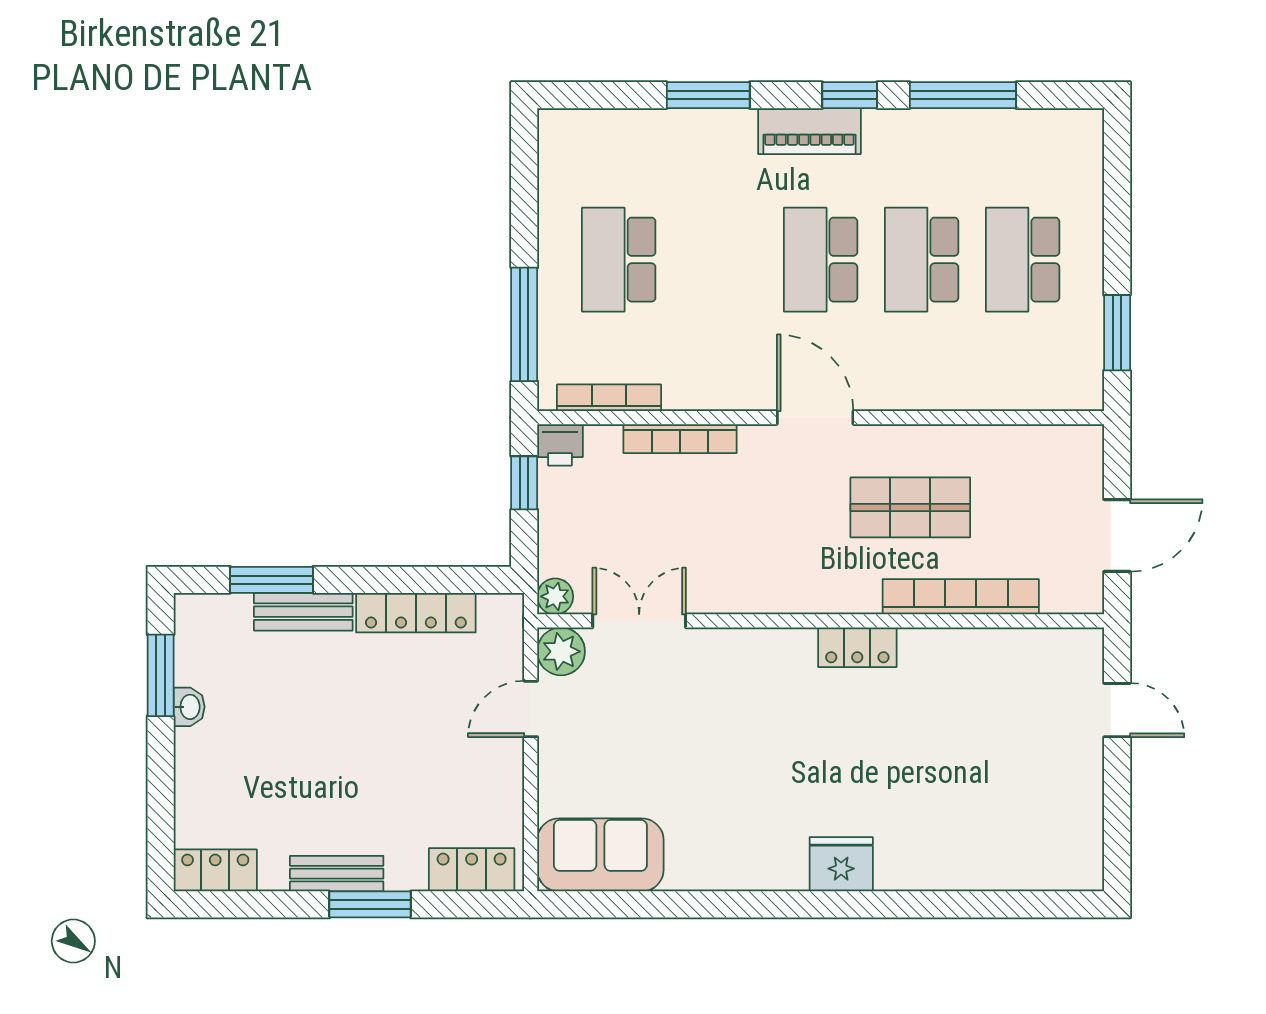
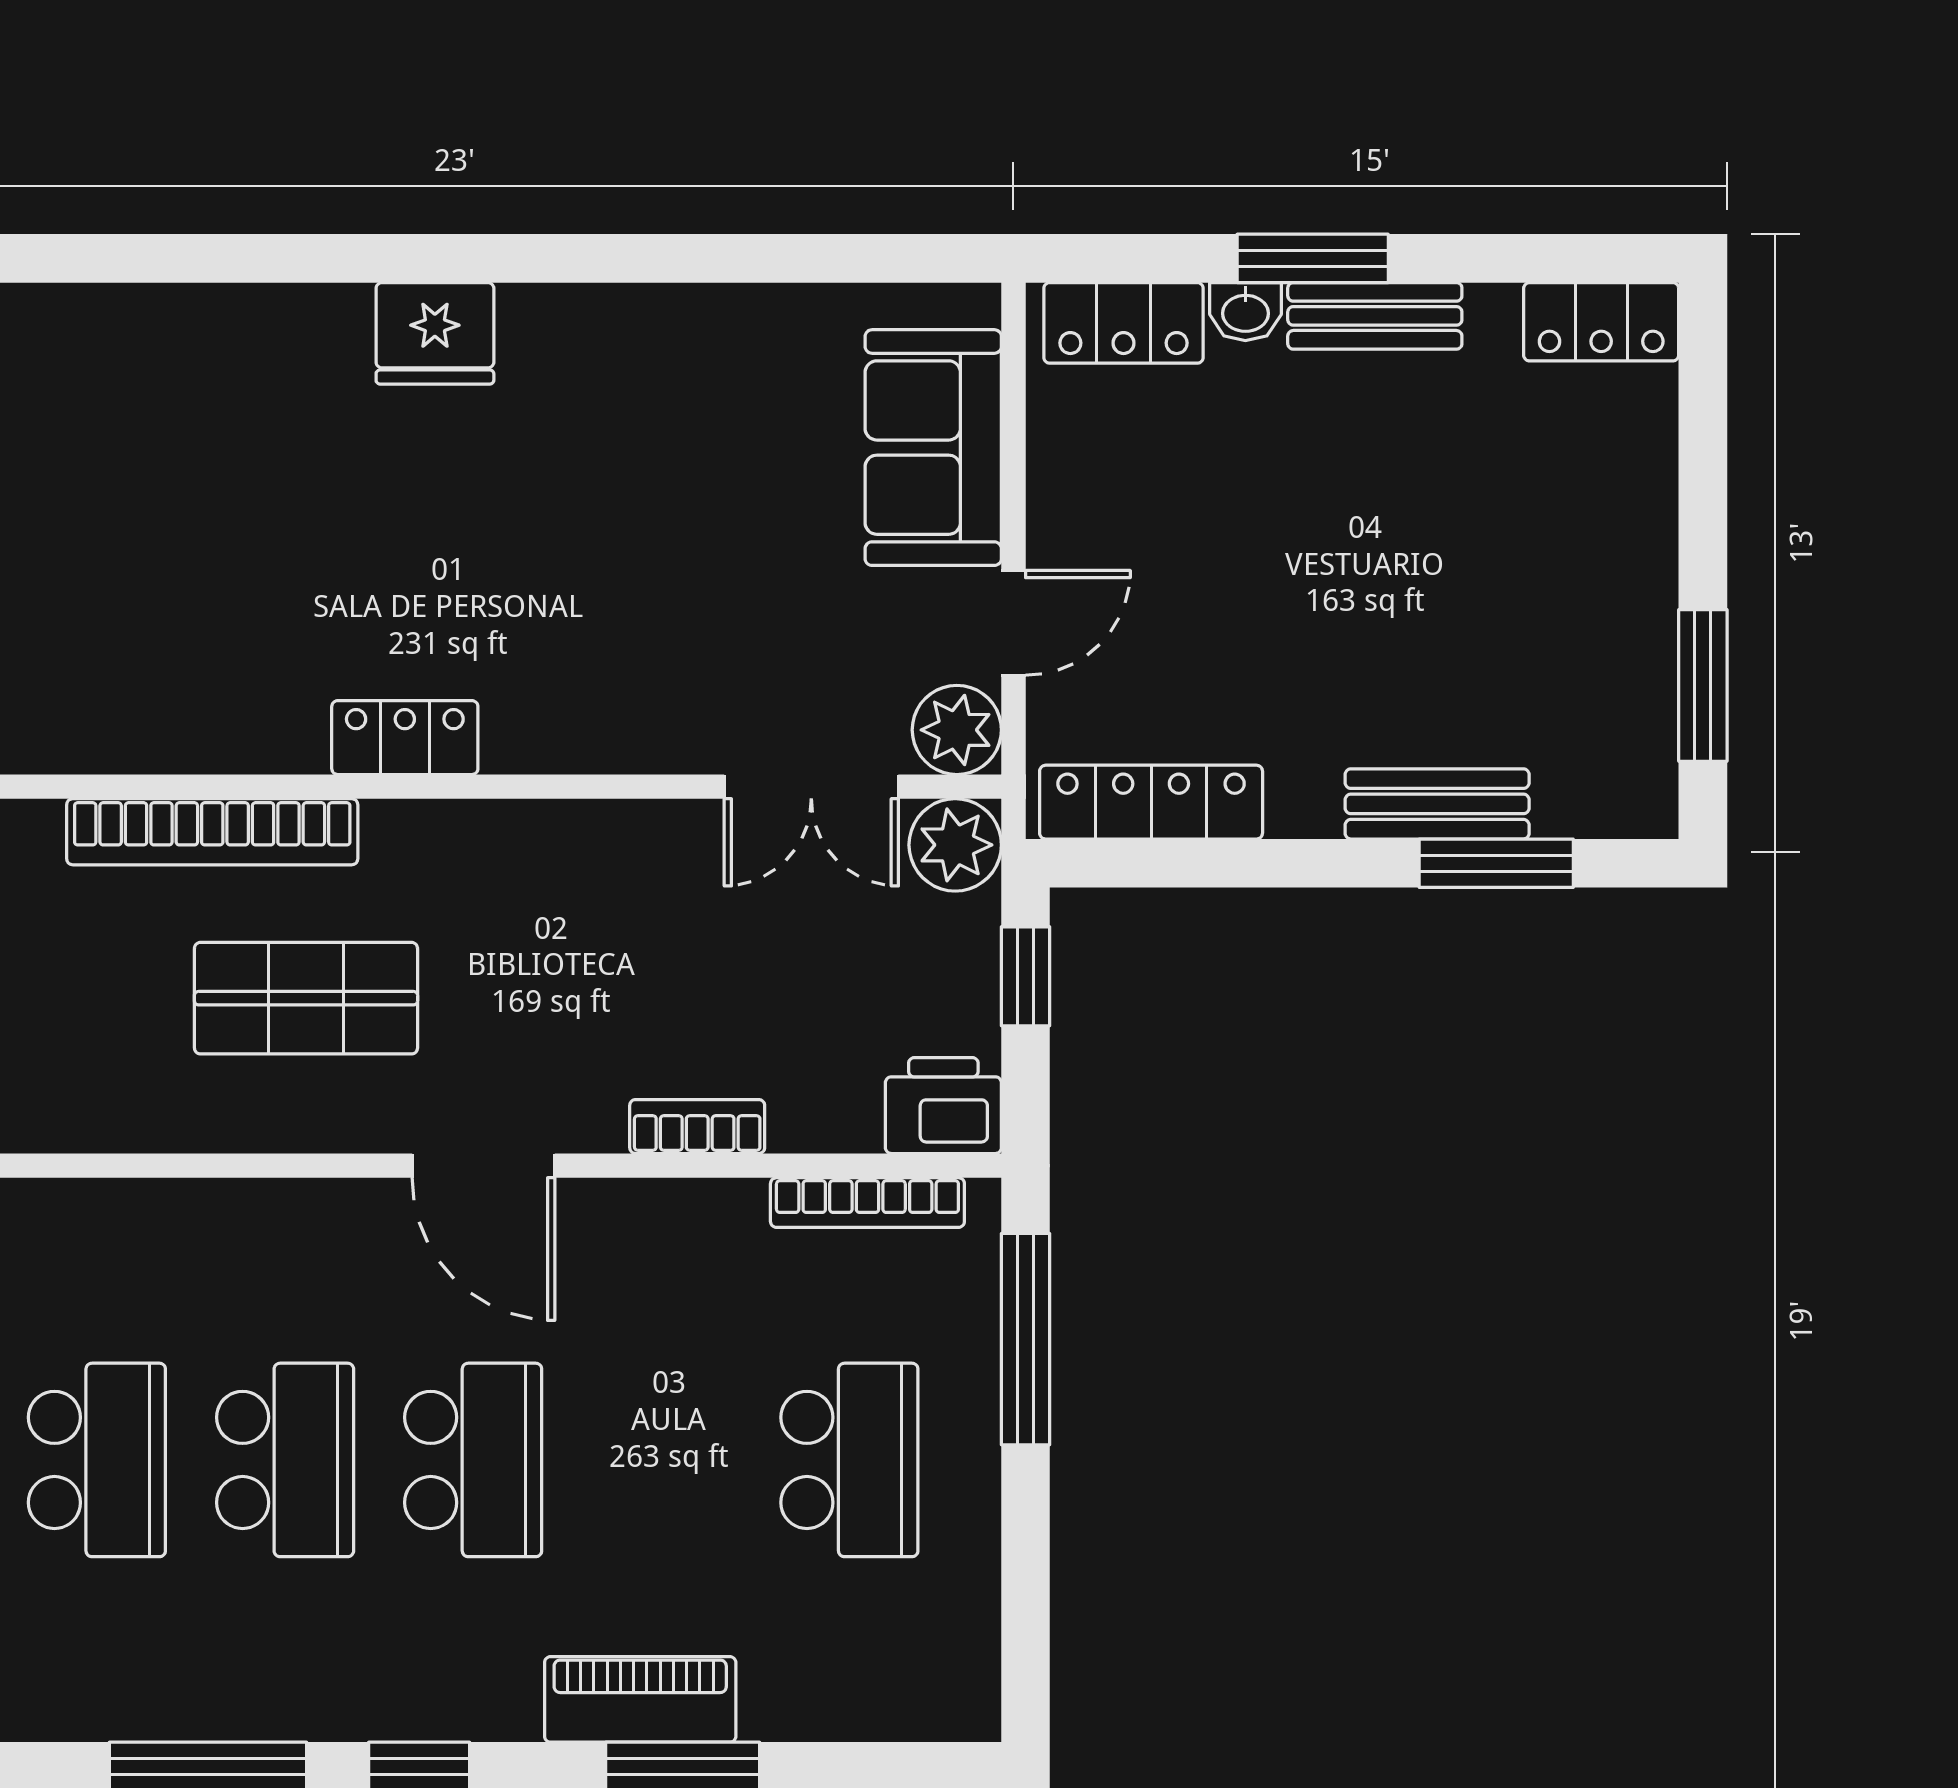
piano: (809, 131) -> (640, 1699), moved
bookcase: (680, 439) -> (697, 1127), width x0.64
printer: (560, 445) -> (943, 1106), width x1.36, depth x1.24
window: (524, 483) -> (1026, 976), moved
plant: (555, 596) -> (955, 845), width x1.38, depth x1.38
locker: (416, 613) -> (1151, 802), moved
washbasin: (189, 707) -> (1245, 312), moved, turned -90
sofa: (600, 855) -> (933, 448), moved, turned 90

